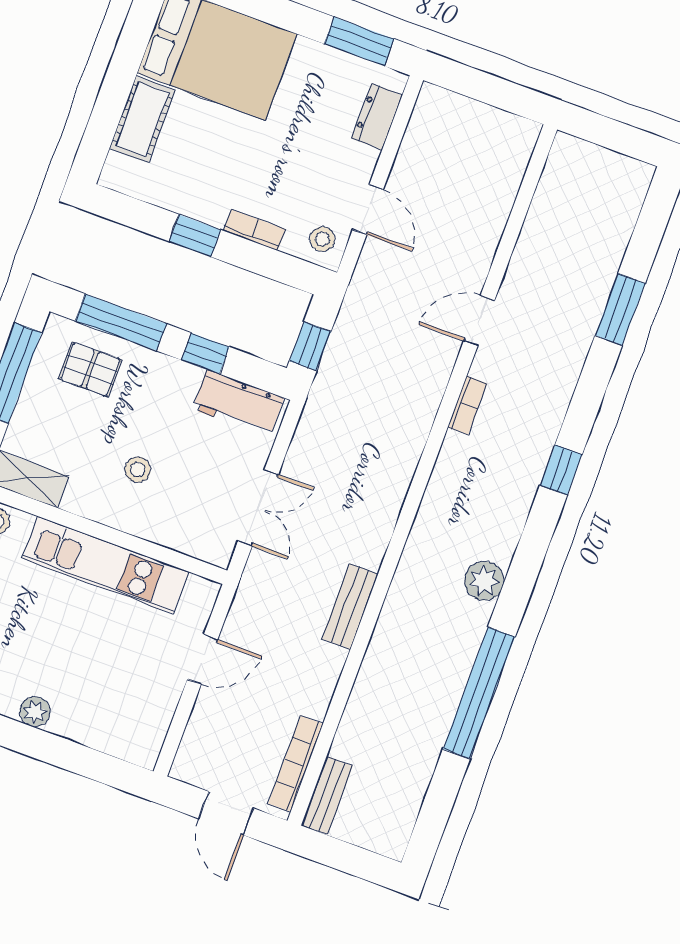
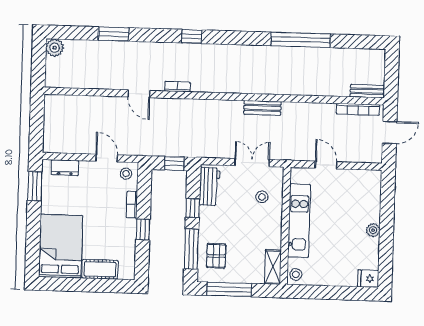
door: (368, 210) -> (107, 158), hinge flipped
stool: (138, 470) -> (262, 197), moved
plant: (484, 581) -> (55, 48), moved
bench: (350, 607) -> (262, 108), moved

